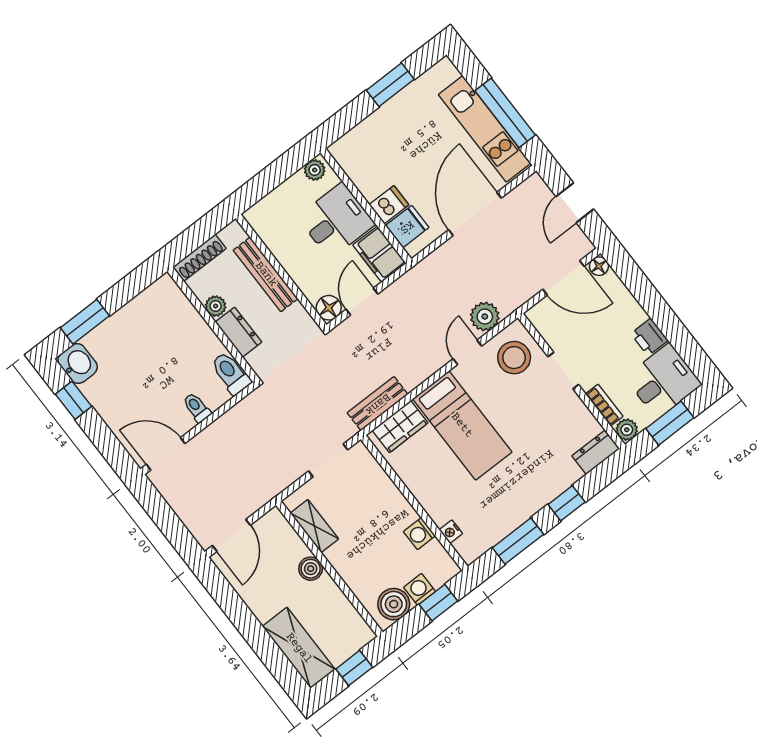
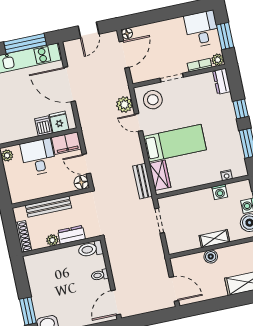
door: (575, 203) -> (88, 30), hinge flipped
printer: (649, 337) -> (176, 25), removed
shelving: (314, 526) -> (214, 239), moved

